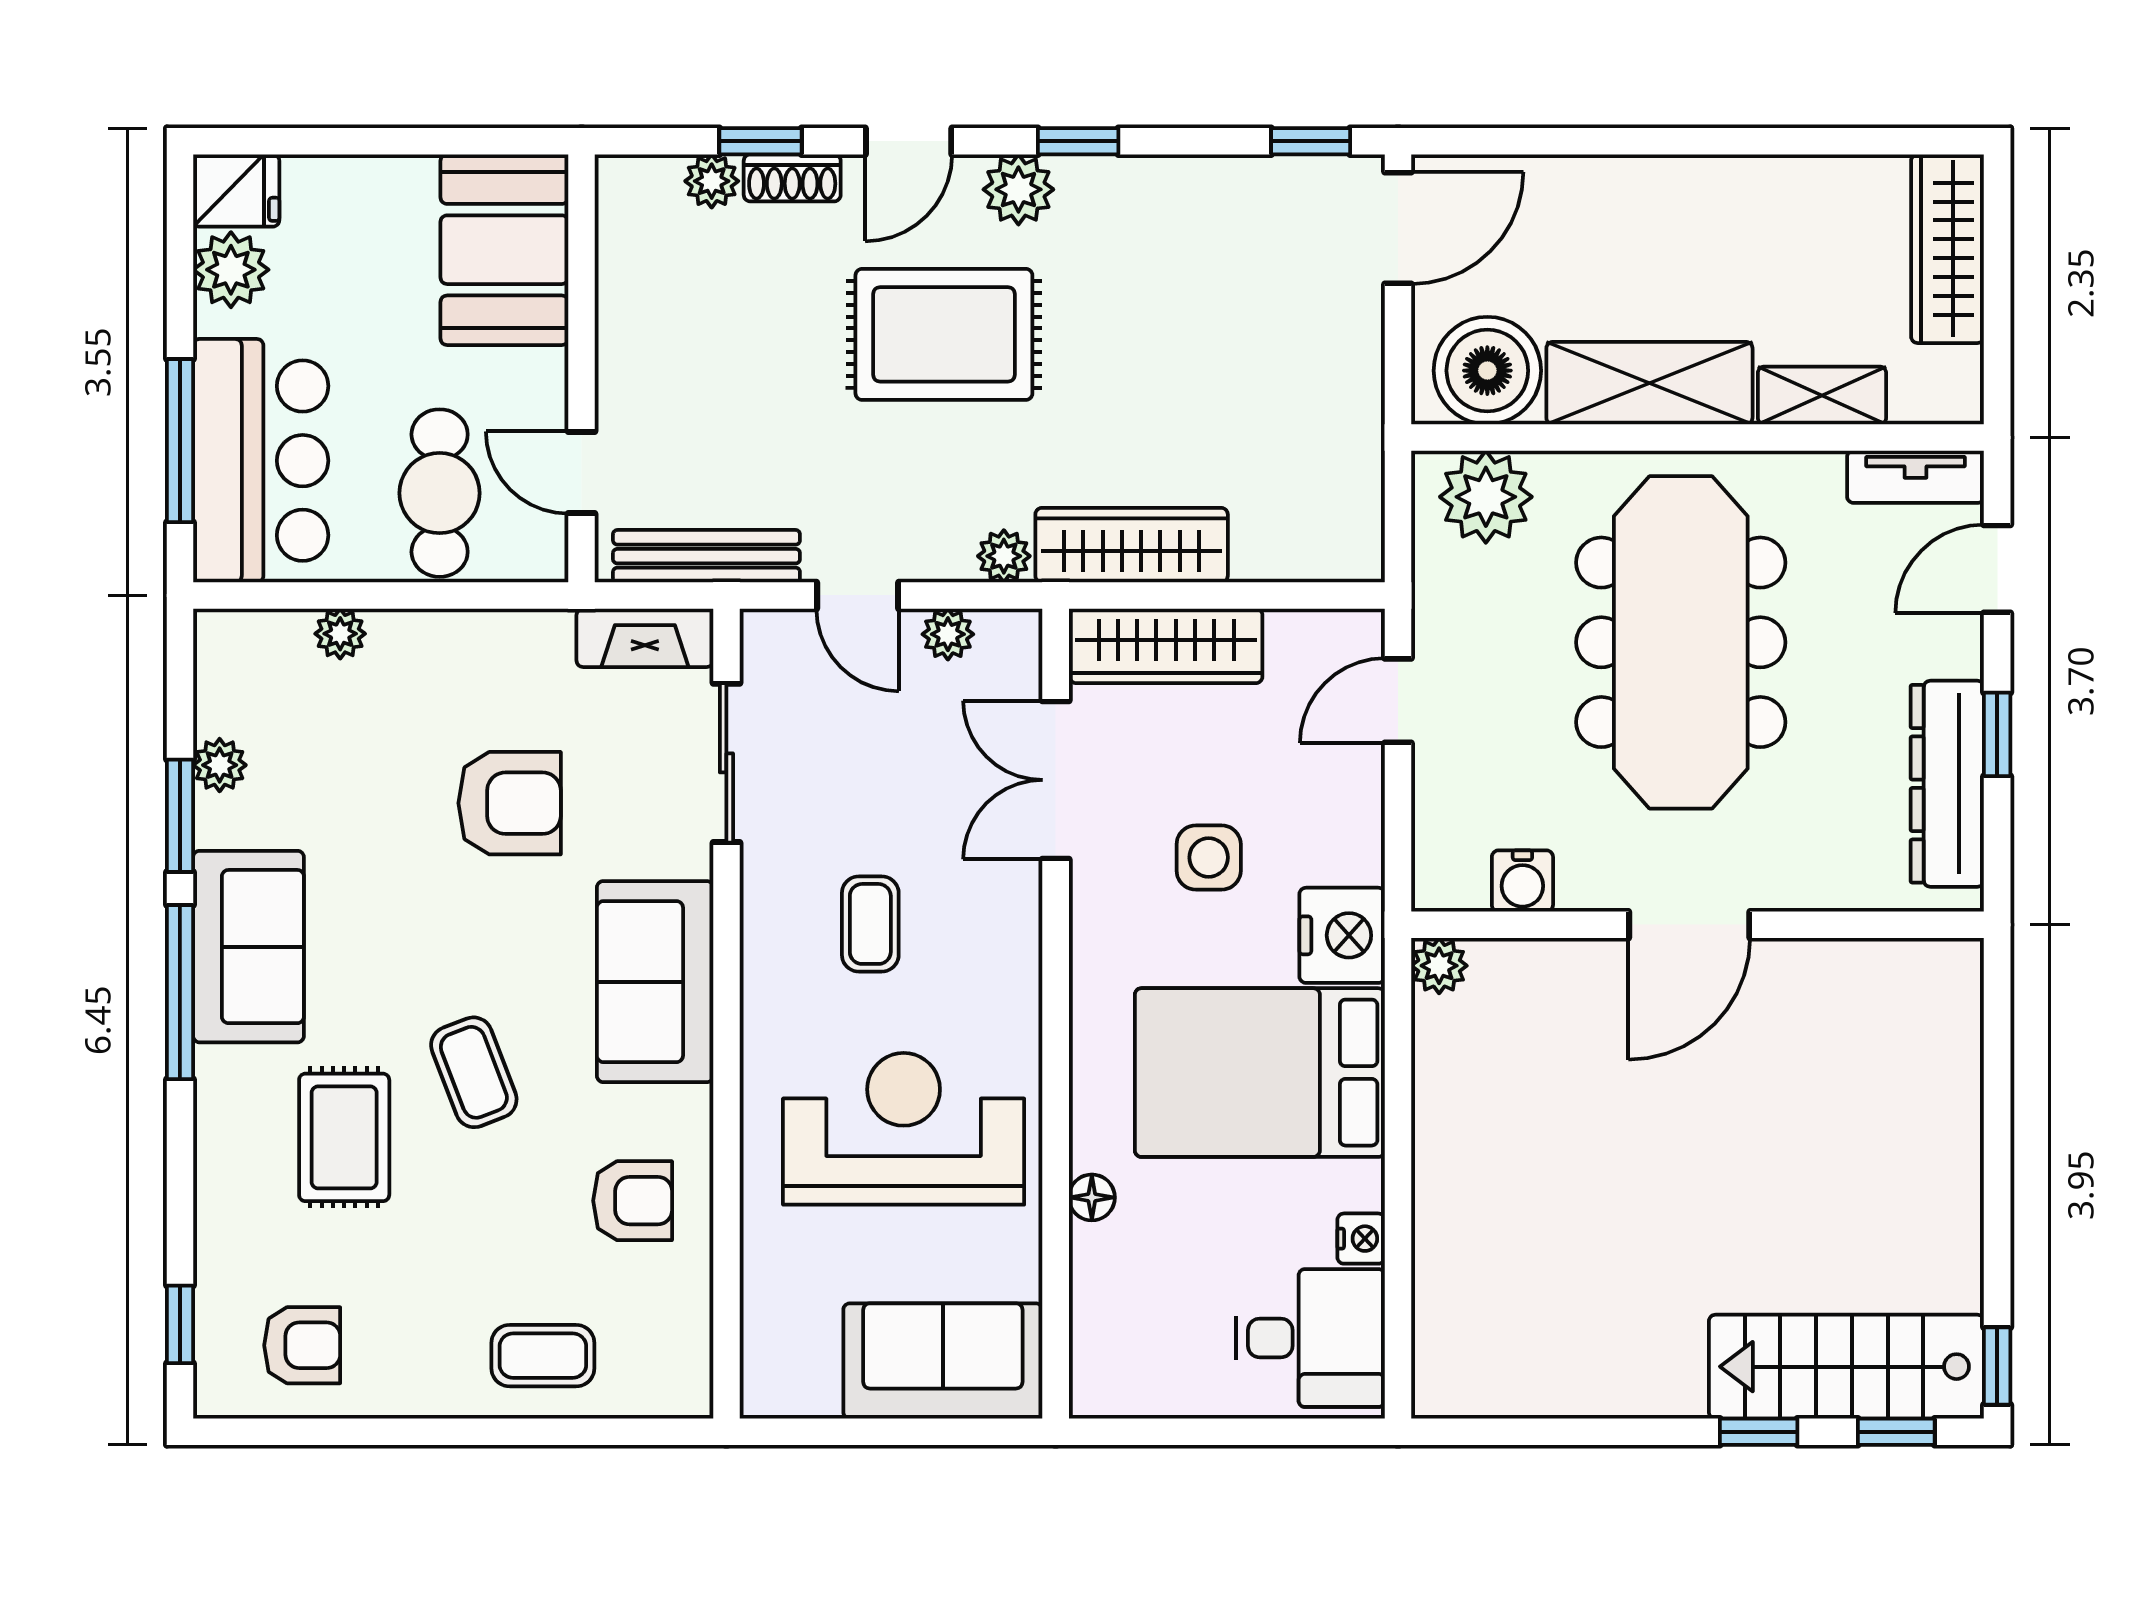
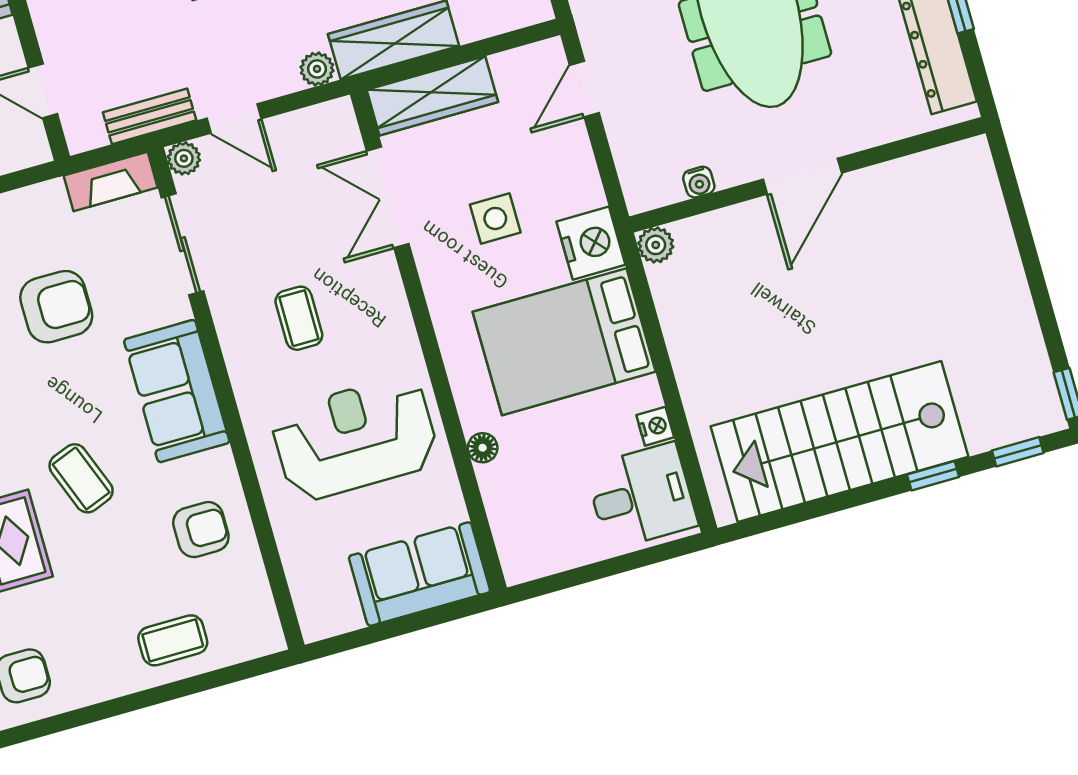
bench: (706, 556) -> (150, 116), width x0.73
plant: (948, 634) -> (184, 158), moved
water cooler: (1522, 881) -> (699, 182), width x0.72, depth x0.72
stairs: (1846, 1367) -> (839, 442), moved, width x1.36, depth x1.51

